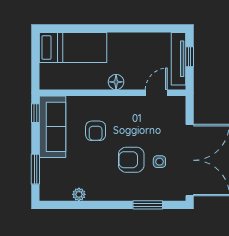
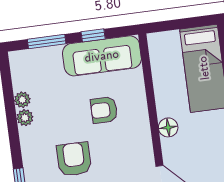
window: (35, 113) -> (93, 35), moved
plant: (93, 194) -> (25, 118), added

